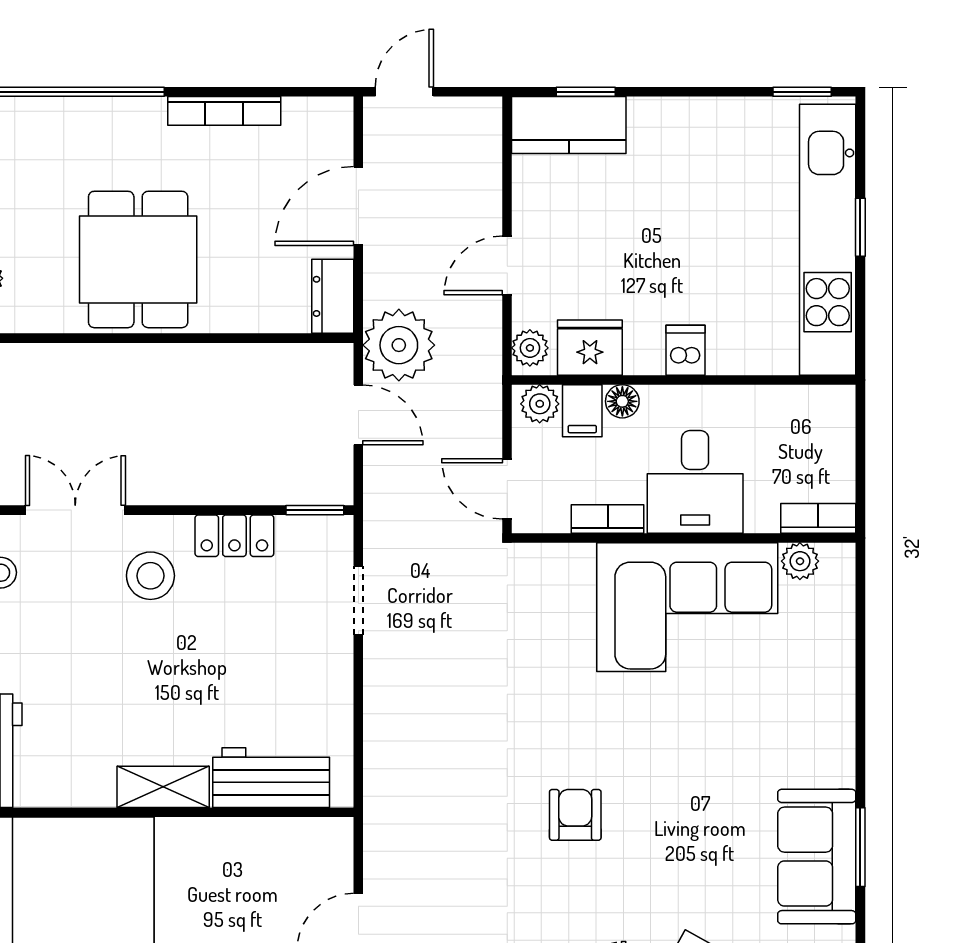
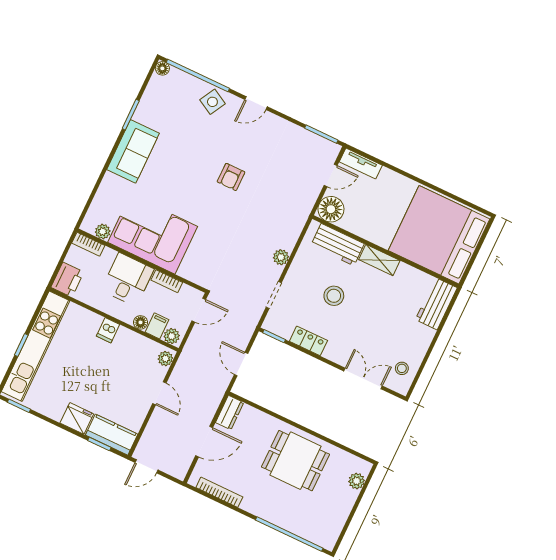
door: (404, 92) -> (146, 466), moved
bookcase: (224, 111) -> (219, 492), moved
dining table: (138, 259) -> (296, 461), turned 90
door: (507, 265) -> (159, 393), hinge flipped
plant: (399, 345) -> (281, 257), moved, width x0.53, depth x0.53
fridge: (590, 348) -> (77, 418), moved, turned 180
printer: (827, 419) -> (67, 280), added
door: (507, 489) -> (199, 310), hinge flipped
double door: (75, 510) -> (363, 378), swing flipped
stool: (150, 576) -> (334, 296), moved
floor lamp: (322, 848) -> (331, 209), added
sofa: (817, 857) -> (133, 151), moved

